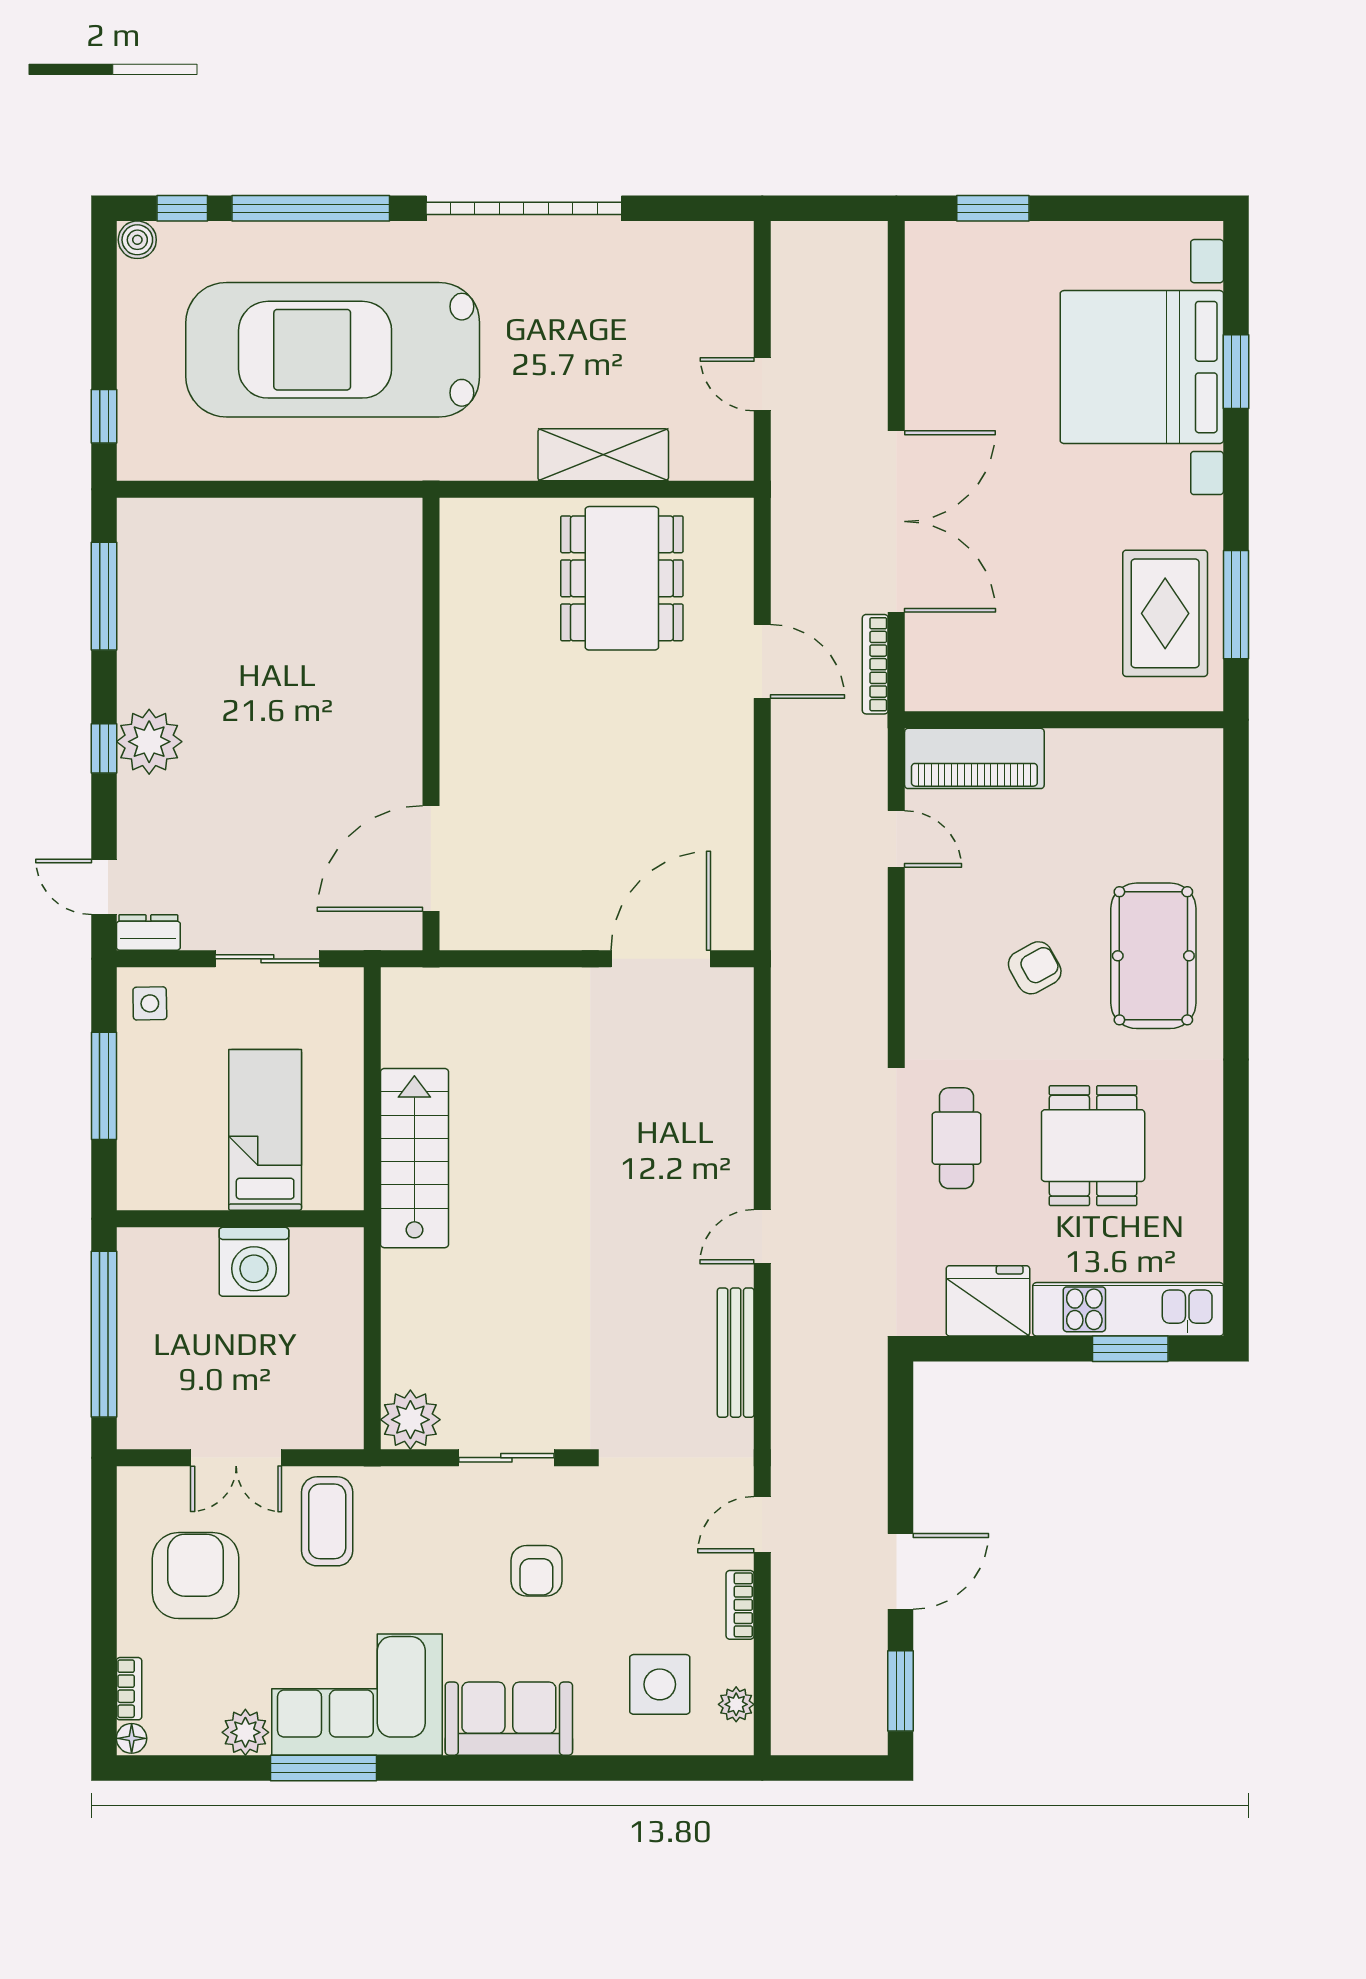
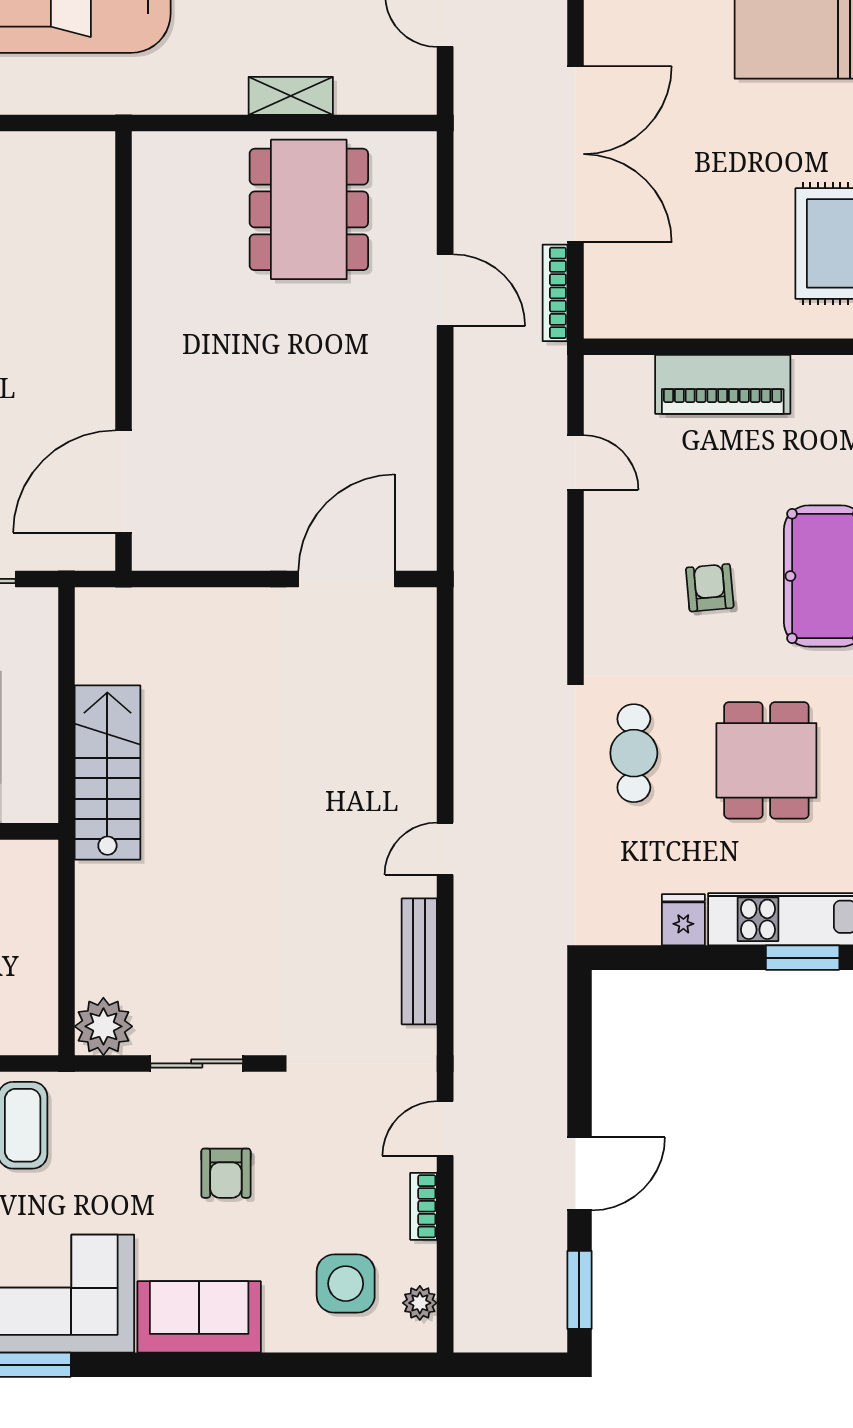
shelving: (603, 455) -> (291, 96), width x0.67, depth x0.75
piano: (974, 758) -> (723, 384), moved
armchair: (1035, 968) -> (710, 588), turned -66
fridge: (988, 1301) -> (683, 920), width x0.53, depth x0.75

